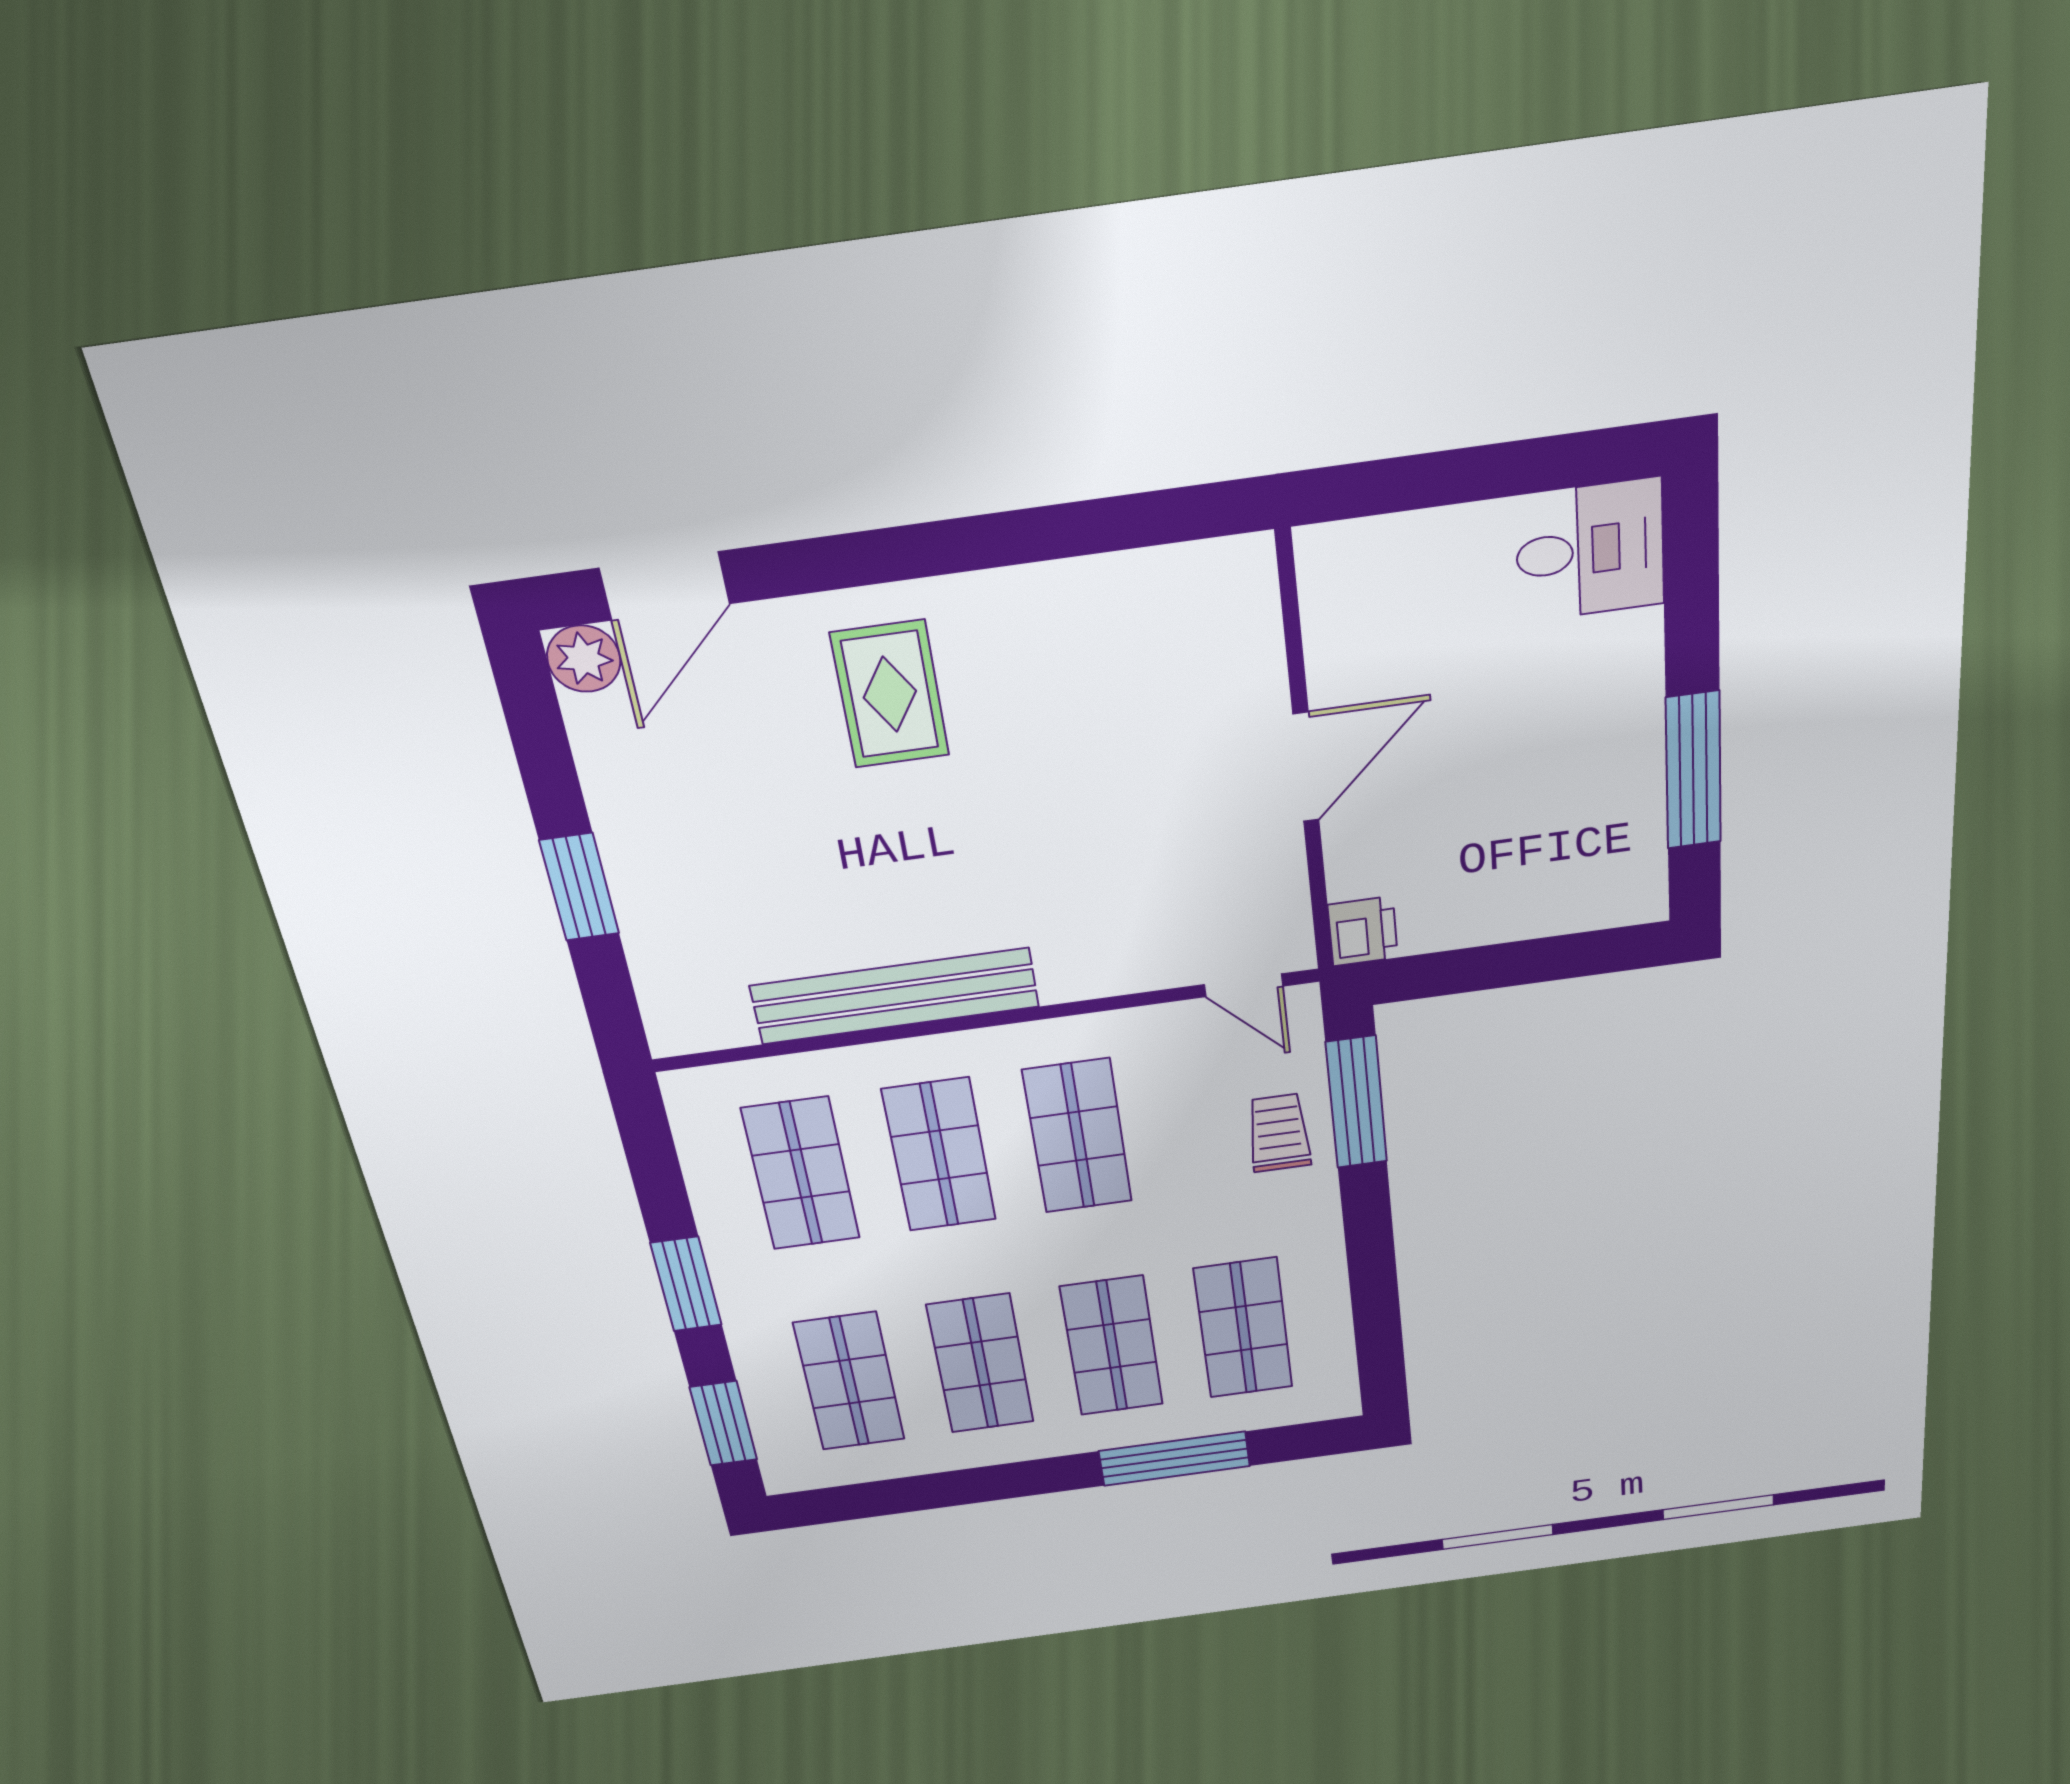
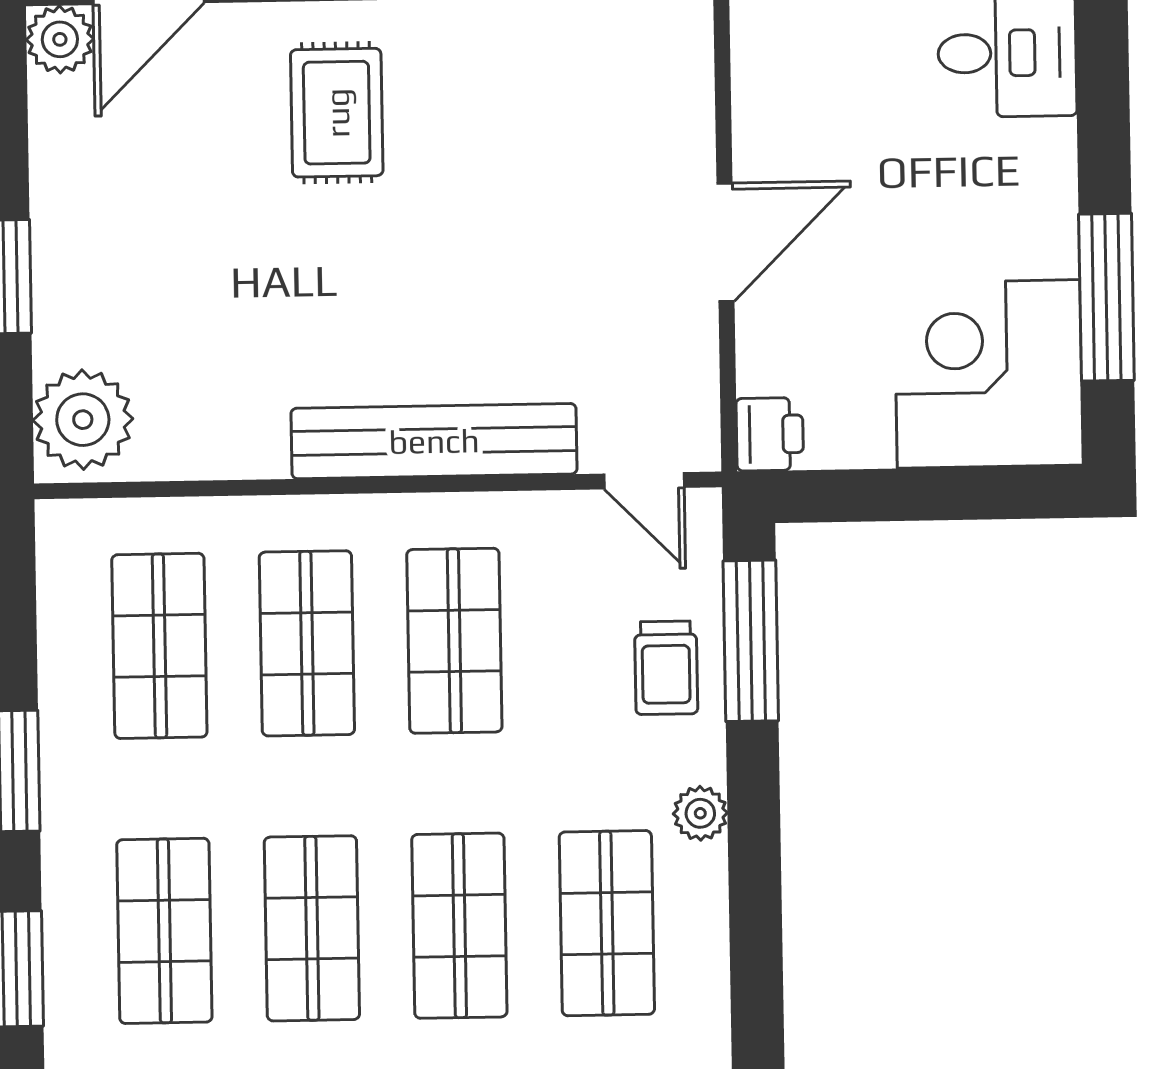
corner desk: (1576, 853) -> (989, 374), added
bench: (895, 996) -> (434, 441), moved
plant: (687, 1001) -> (83, 420), added
trolley: (1279, 1133) -> (666, 668), turned 180
plant: (1320, 1239) -> (700, 813), added

